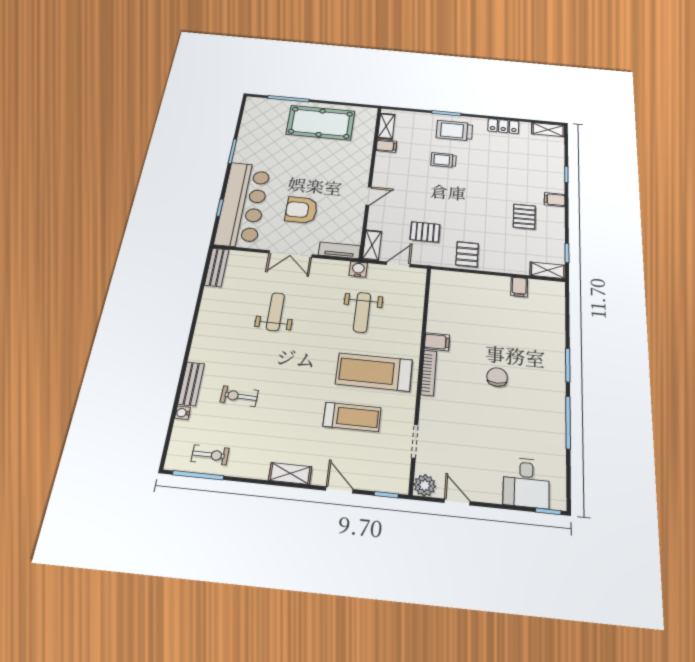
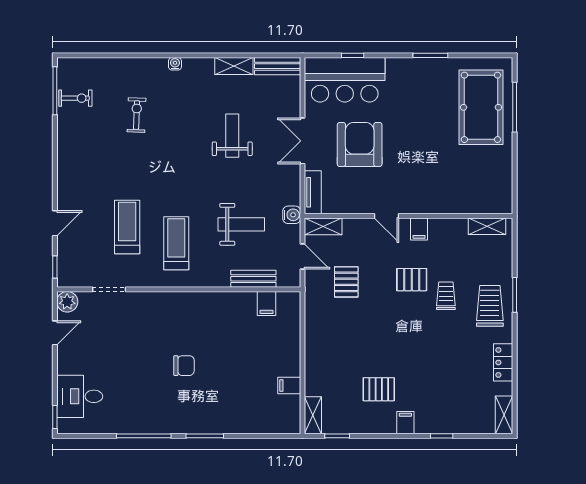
pool table: (321, 123) -> (481, 107), moved
filing cabinet: (386, 146) -> (419, 229), moved
bar counter: (243, 205) -> (345, 80), width x0.73
armchair: (301, 210) -> (360, 144), width x1.36, depth x1.36
pallet: (467, 254) -> (412, 280), moved
weight bench: (275, 312) -> (232, 136), turned -90
weight bench: (362, 312) -> (241, 224), turned 180
filing cabinet: (437, 342) -> (267, 303), moved
treadmill: (374, 372) -> (176, 243), width x0.73, depth x0.73
bookcase: (429, 373) -> (181, 297), removed
bench: (191, 384) -> (253, 279), moved
water cooler: (183, 413) -> (175, 64), moved
treadmill: (352, 417) -> (127, 227), turned 180
exercise bike: (210, 455) -> (75, 98), turned -90
shelving: (290, 473) -> (234, 66), moved, turned 90

